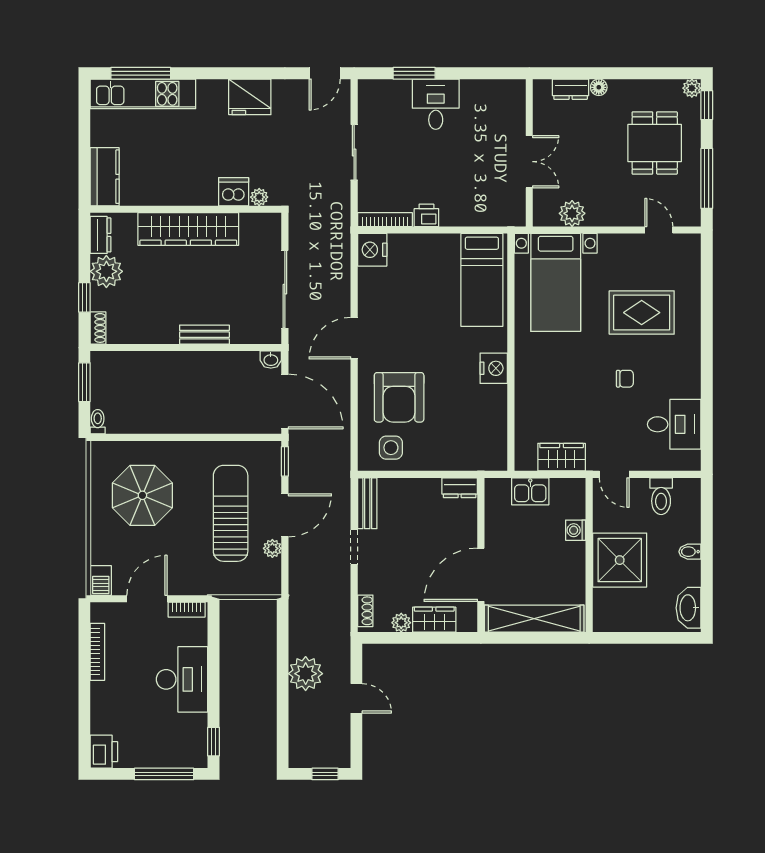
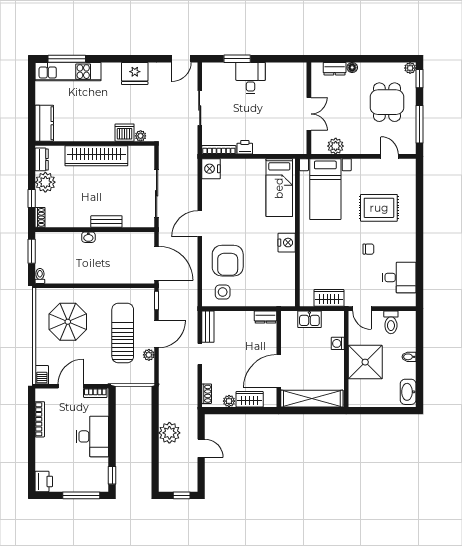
washbasin: (271, 360) -> (88, 237), moved

